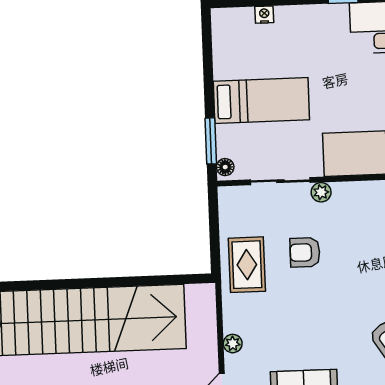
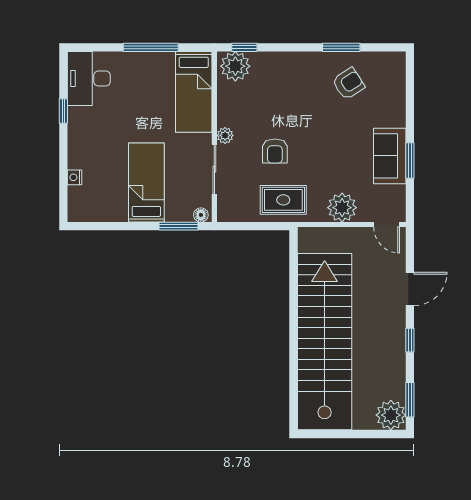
plant: (233, 344) -> (342, 208), width x1.87, depth x1.87

